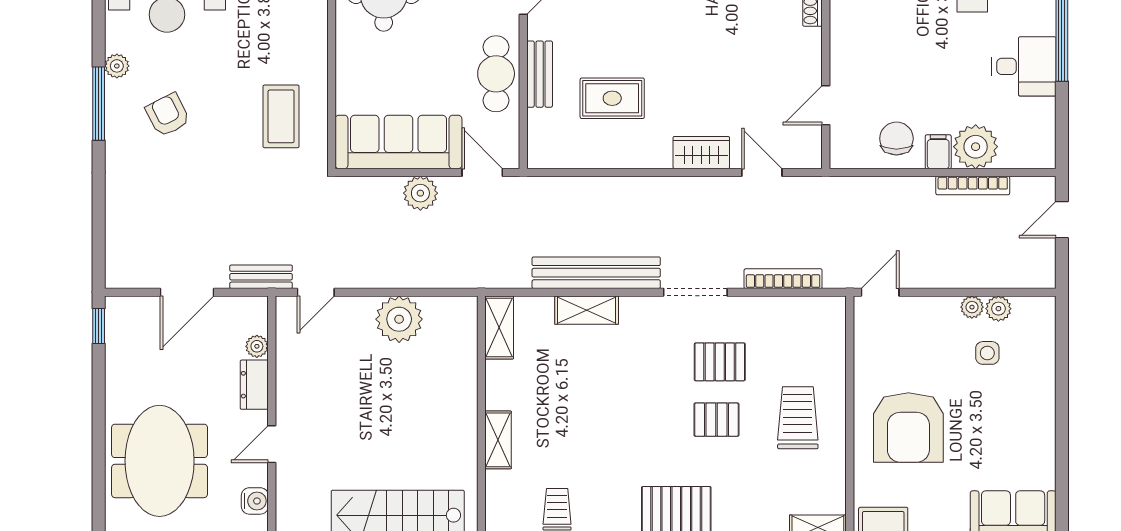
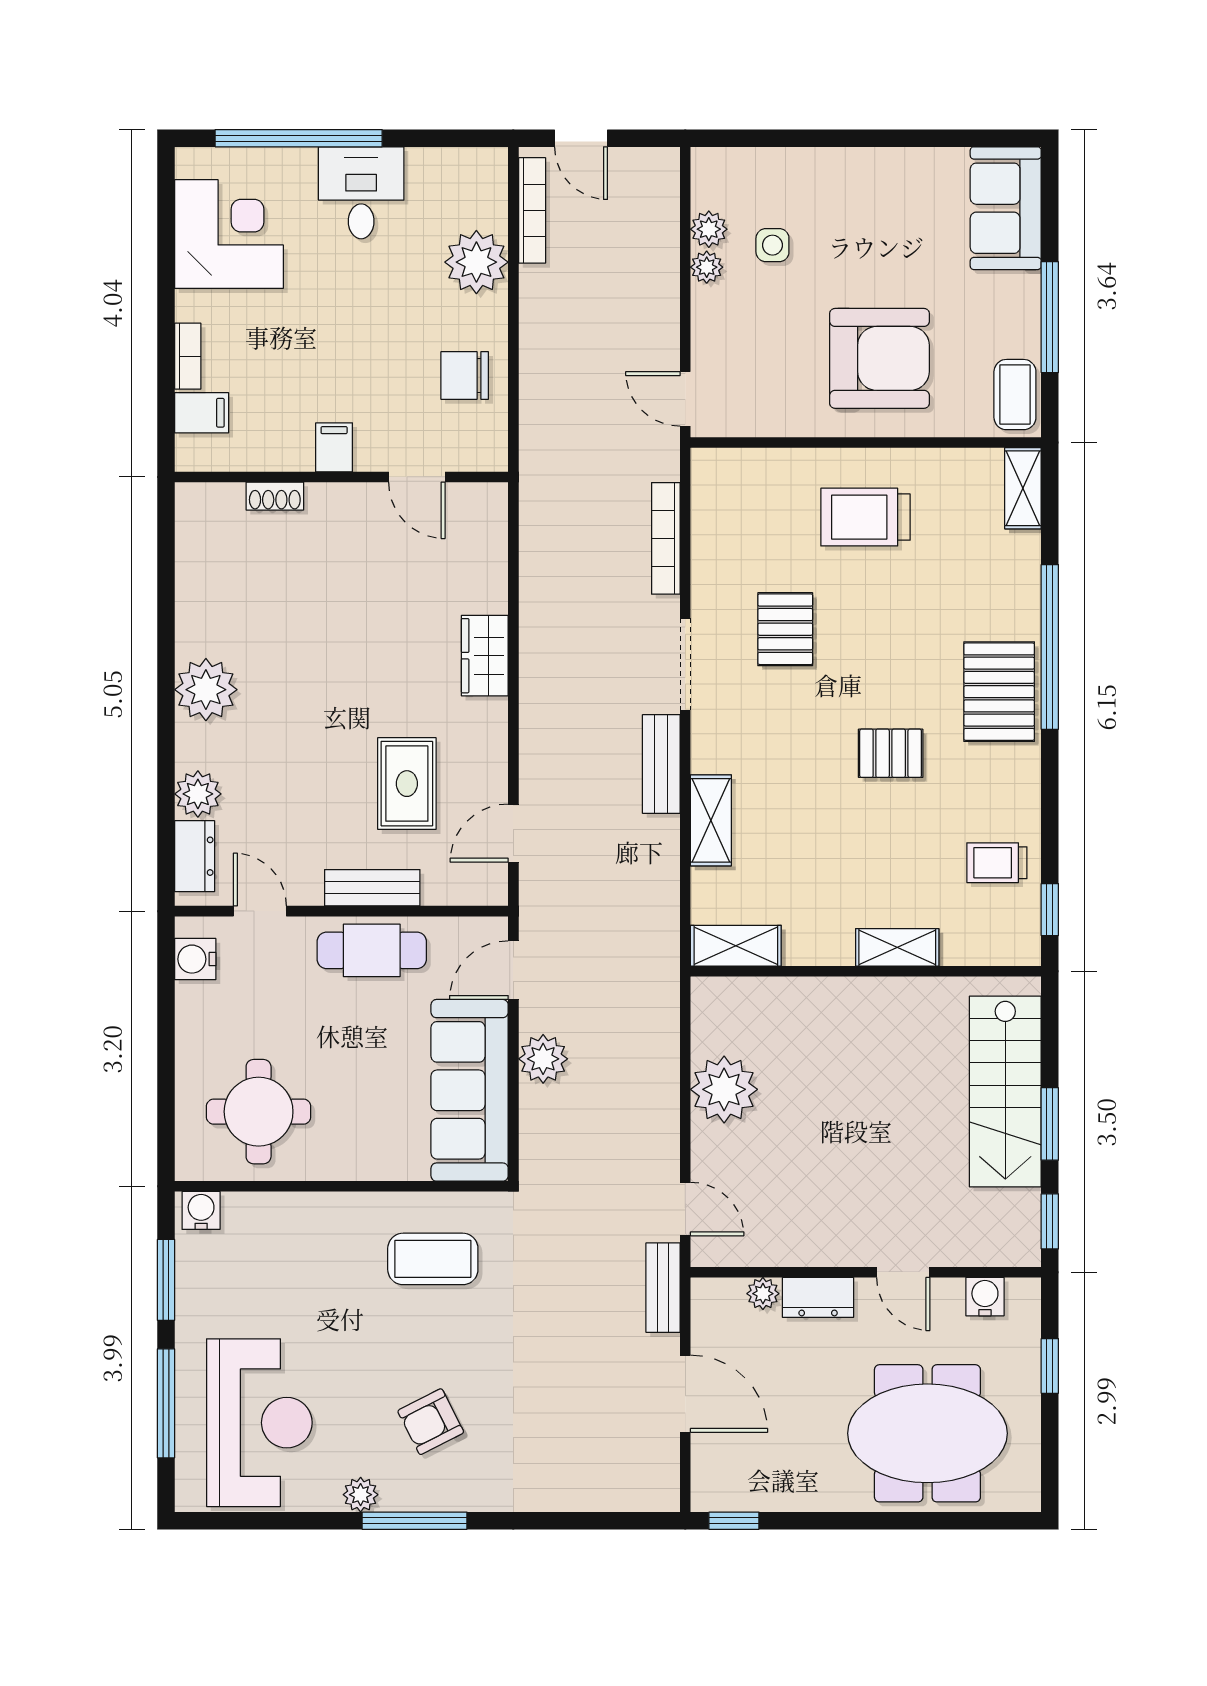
filing cabinet: (938, 152) -> (334, 447), moved, turned 90
door: (762, 172) -> (513, 833), moved
bookcase: (973, 185) -> (532, 210), moved
bench: (596, 273) -> (661, 764), width x0.54, depth x0.82
pallet: (716, 420) -> (891, 753), moved, turned 90

